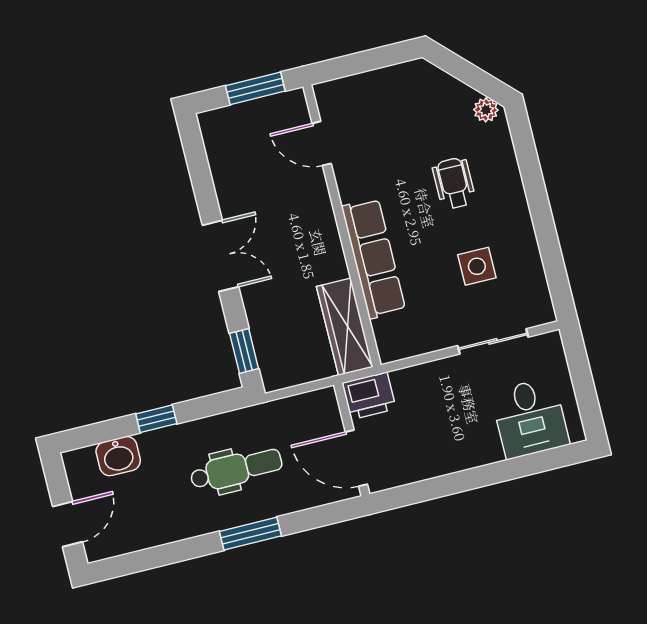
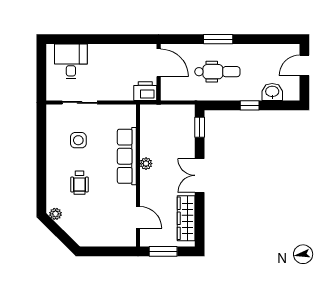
plant: (332, 253) -> (146, 164), added
wardrobe: (345, 327) -> (186, 218), moved, turned 180
dental chair: (236, 469) -> (217, 72), turned 180

